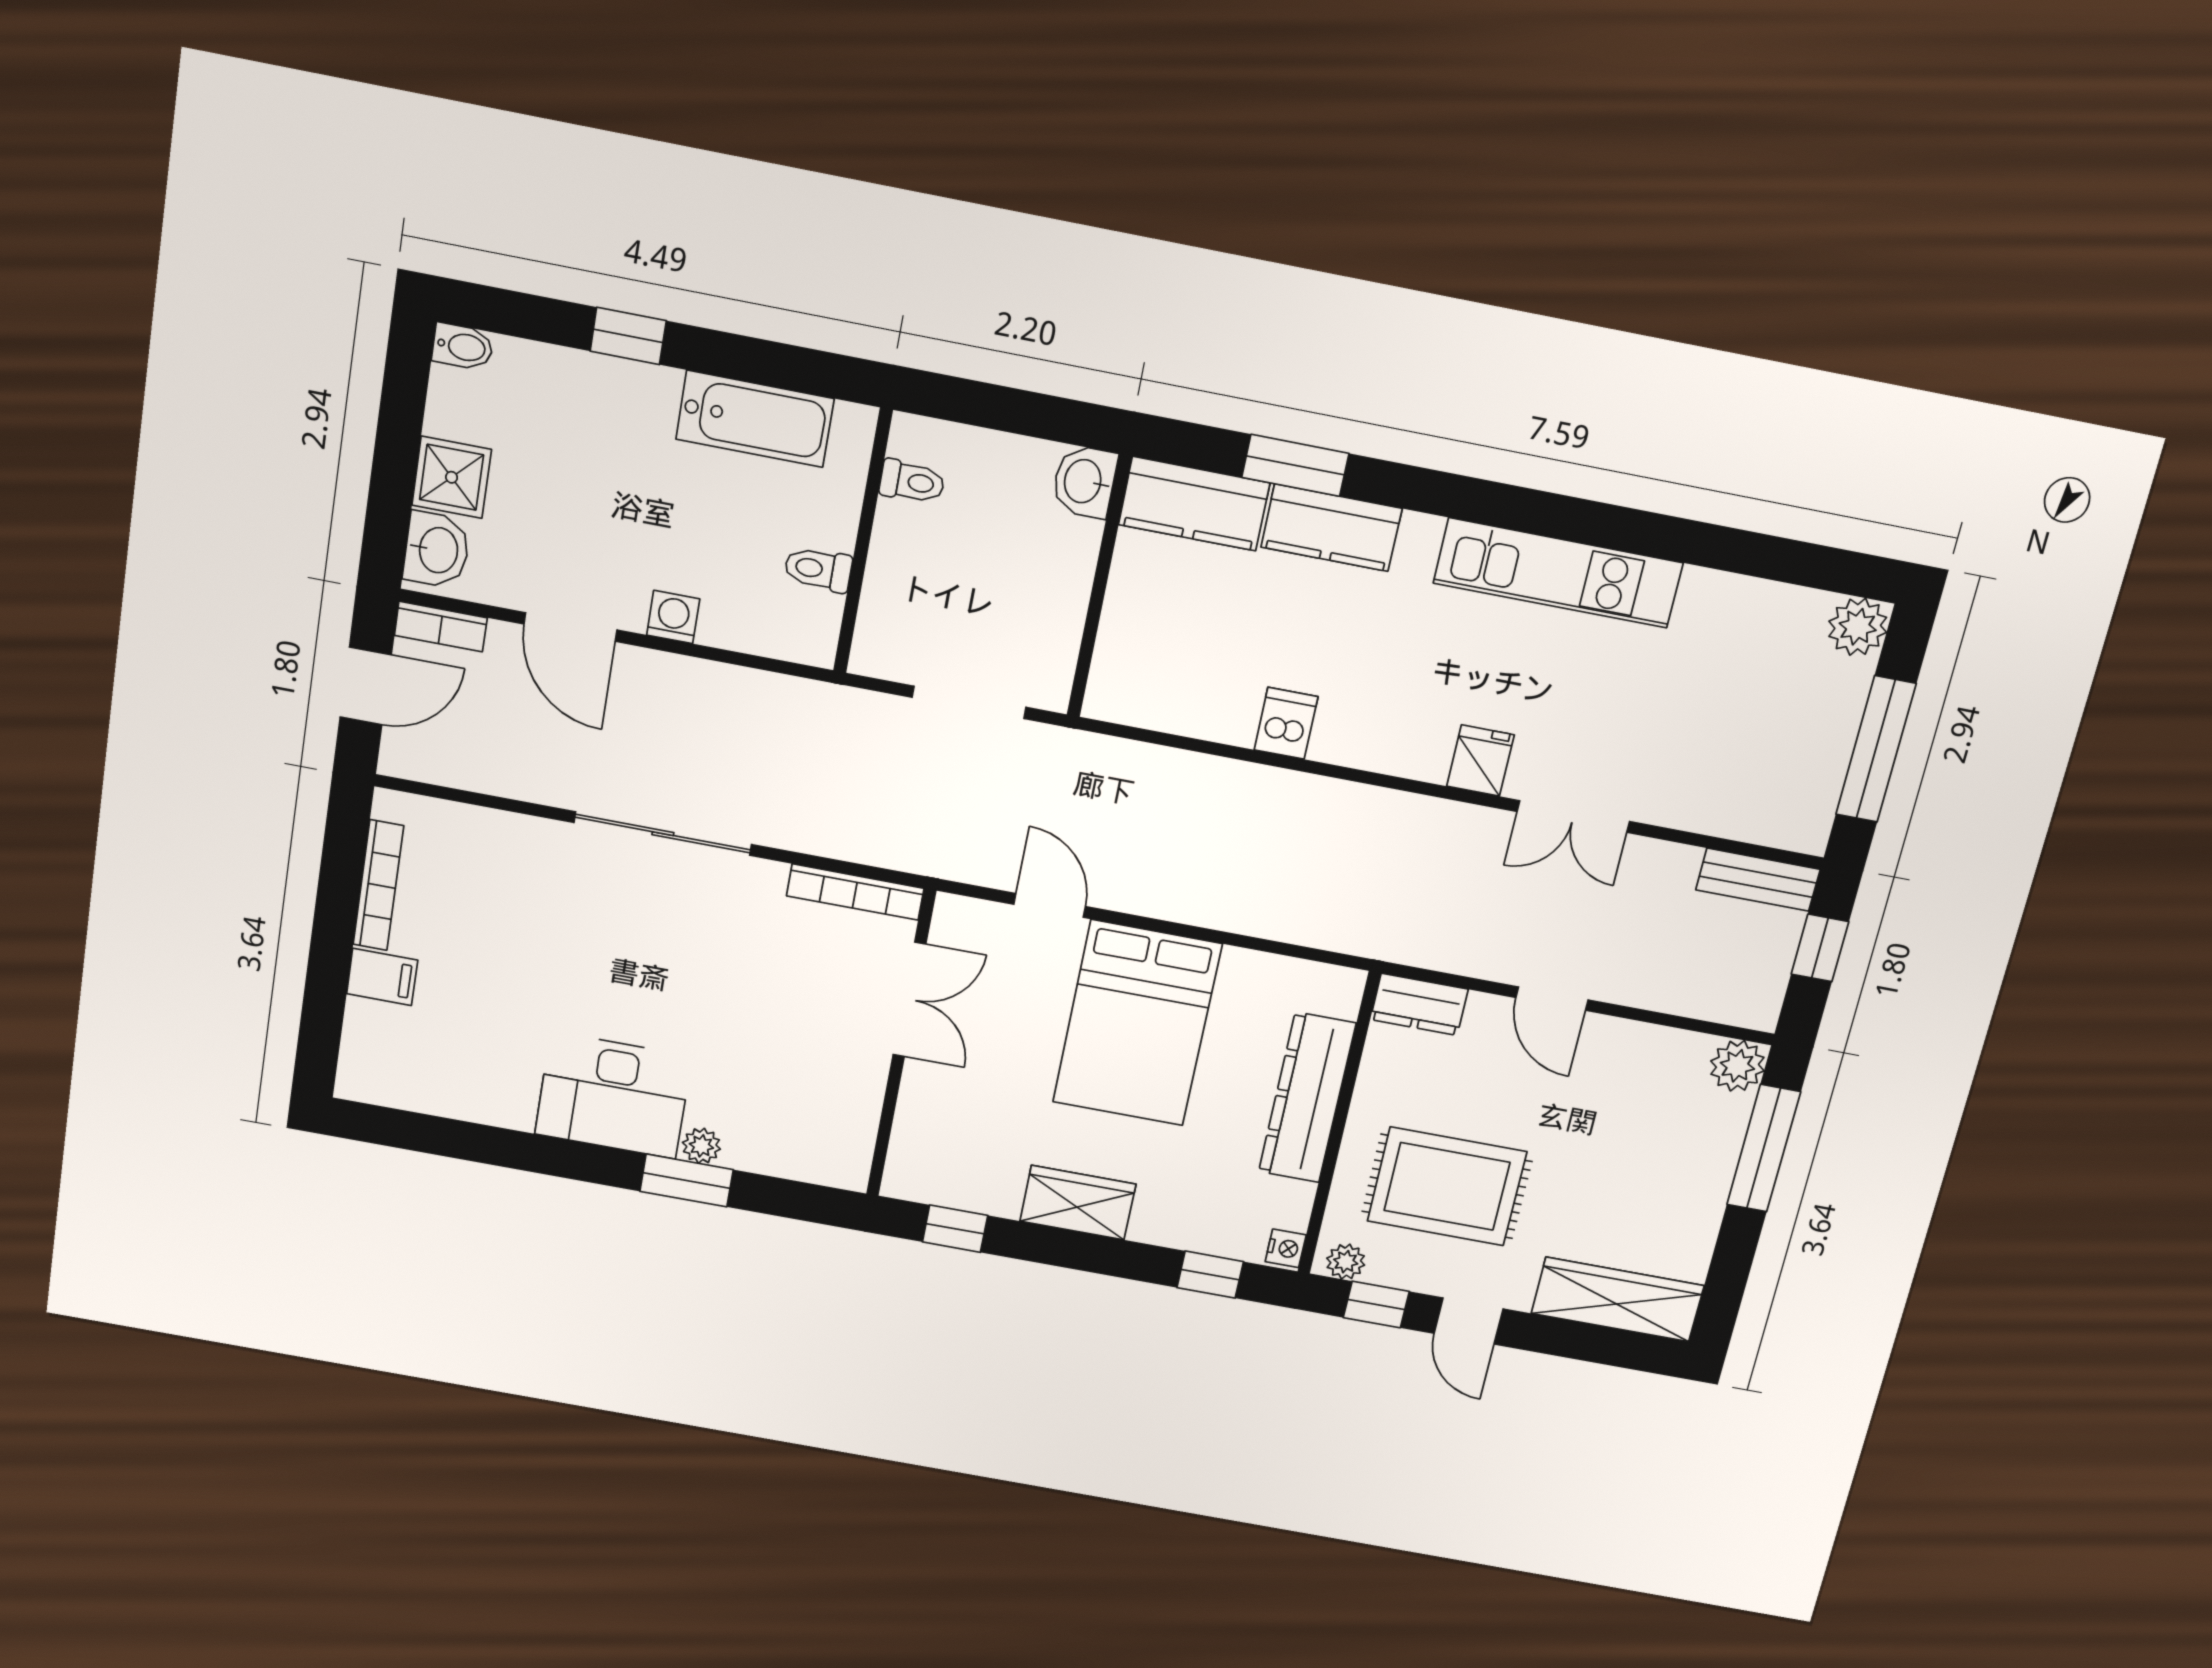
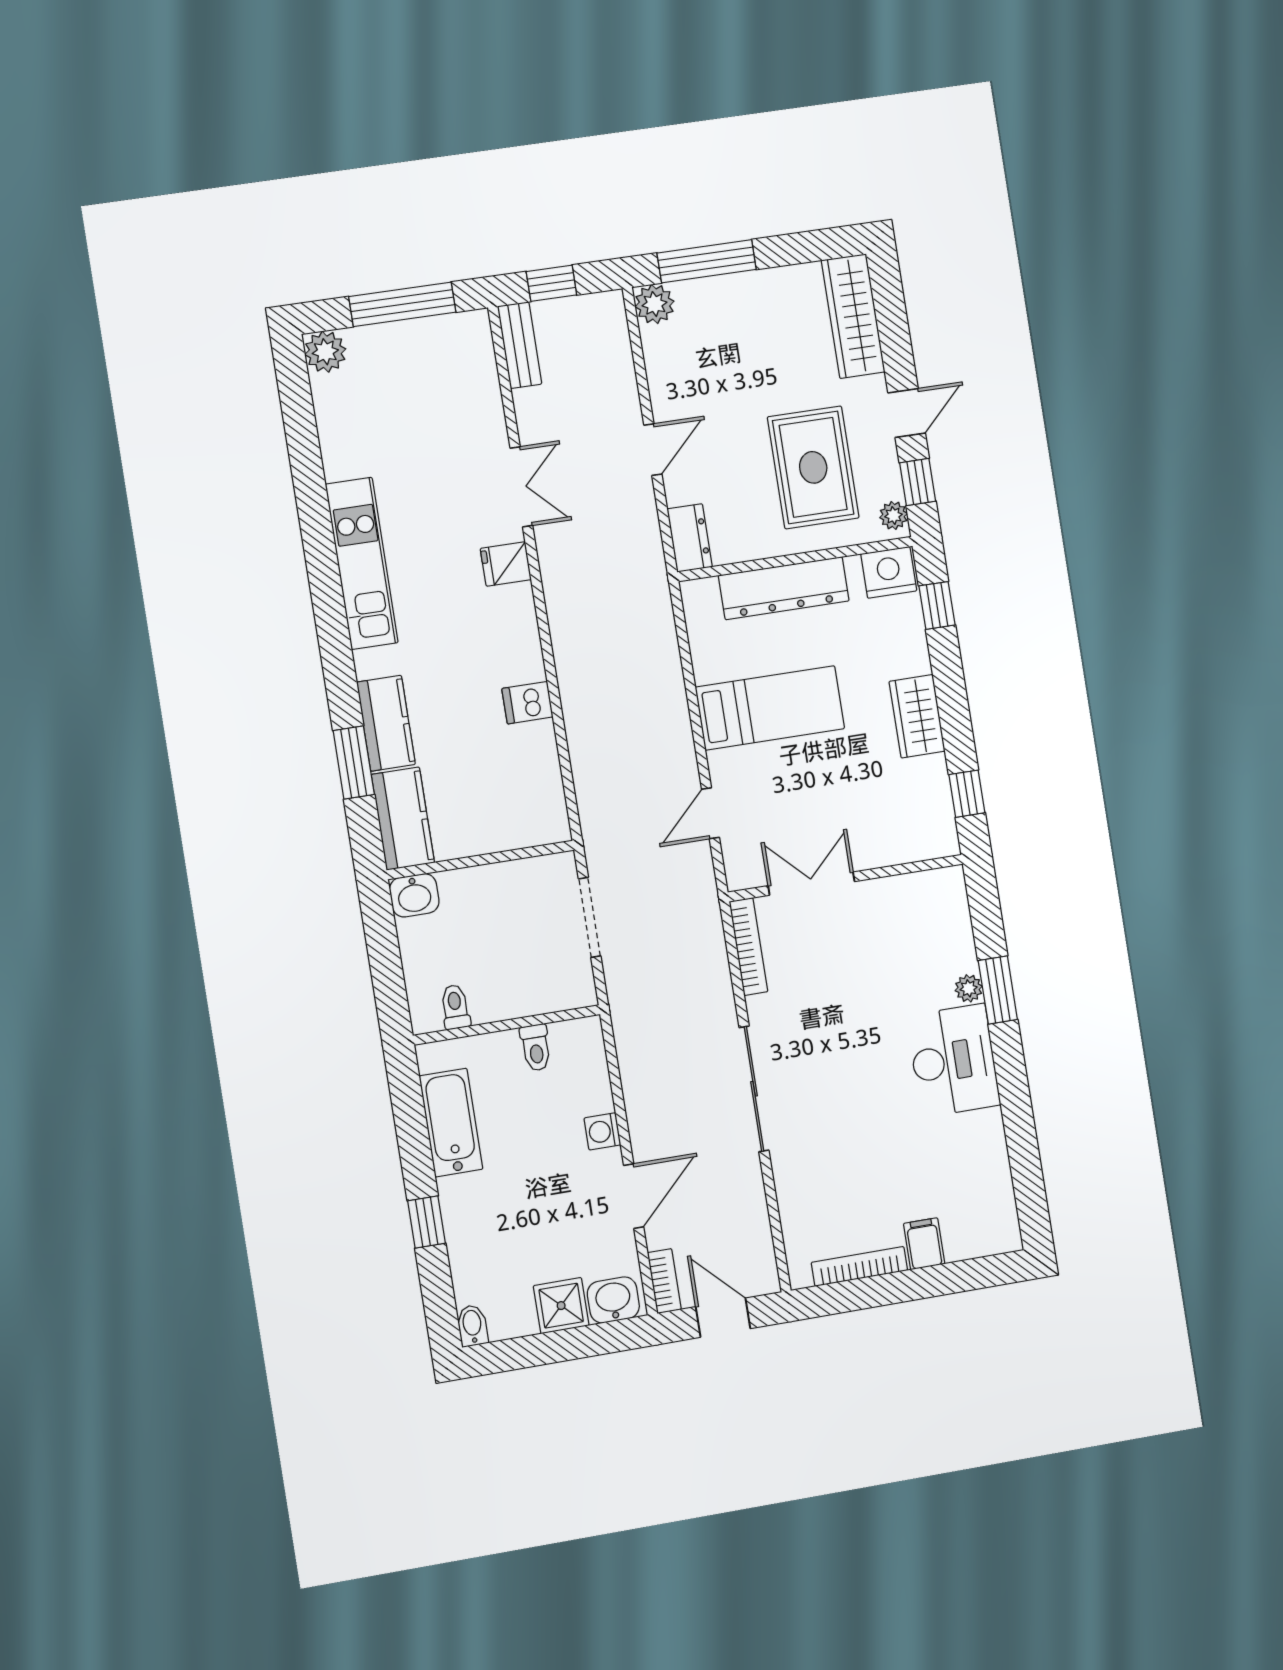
bed: (1137, 1023) -> (770, 708), width x0.67
nightstand: (1286, 1248) -> (889, 572), width x1.89, depth x1.79

